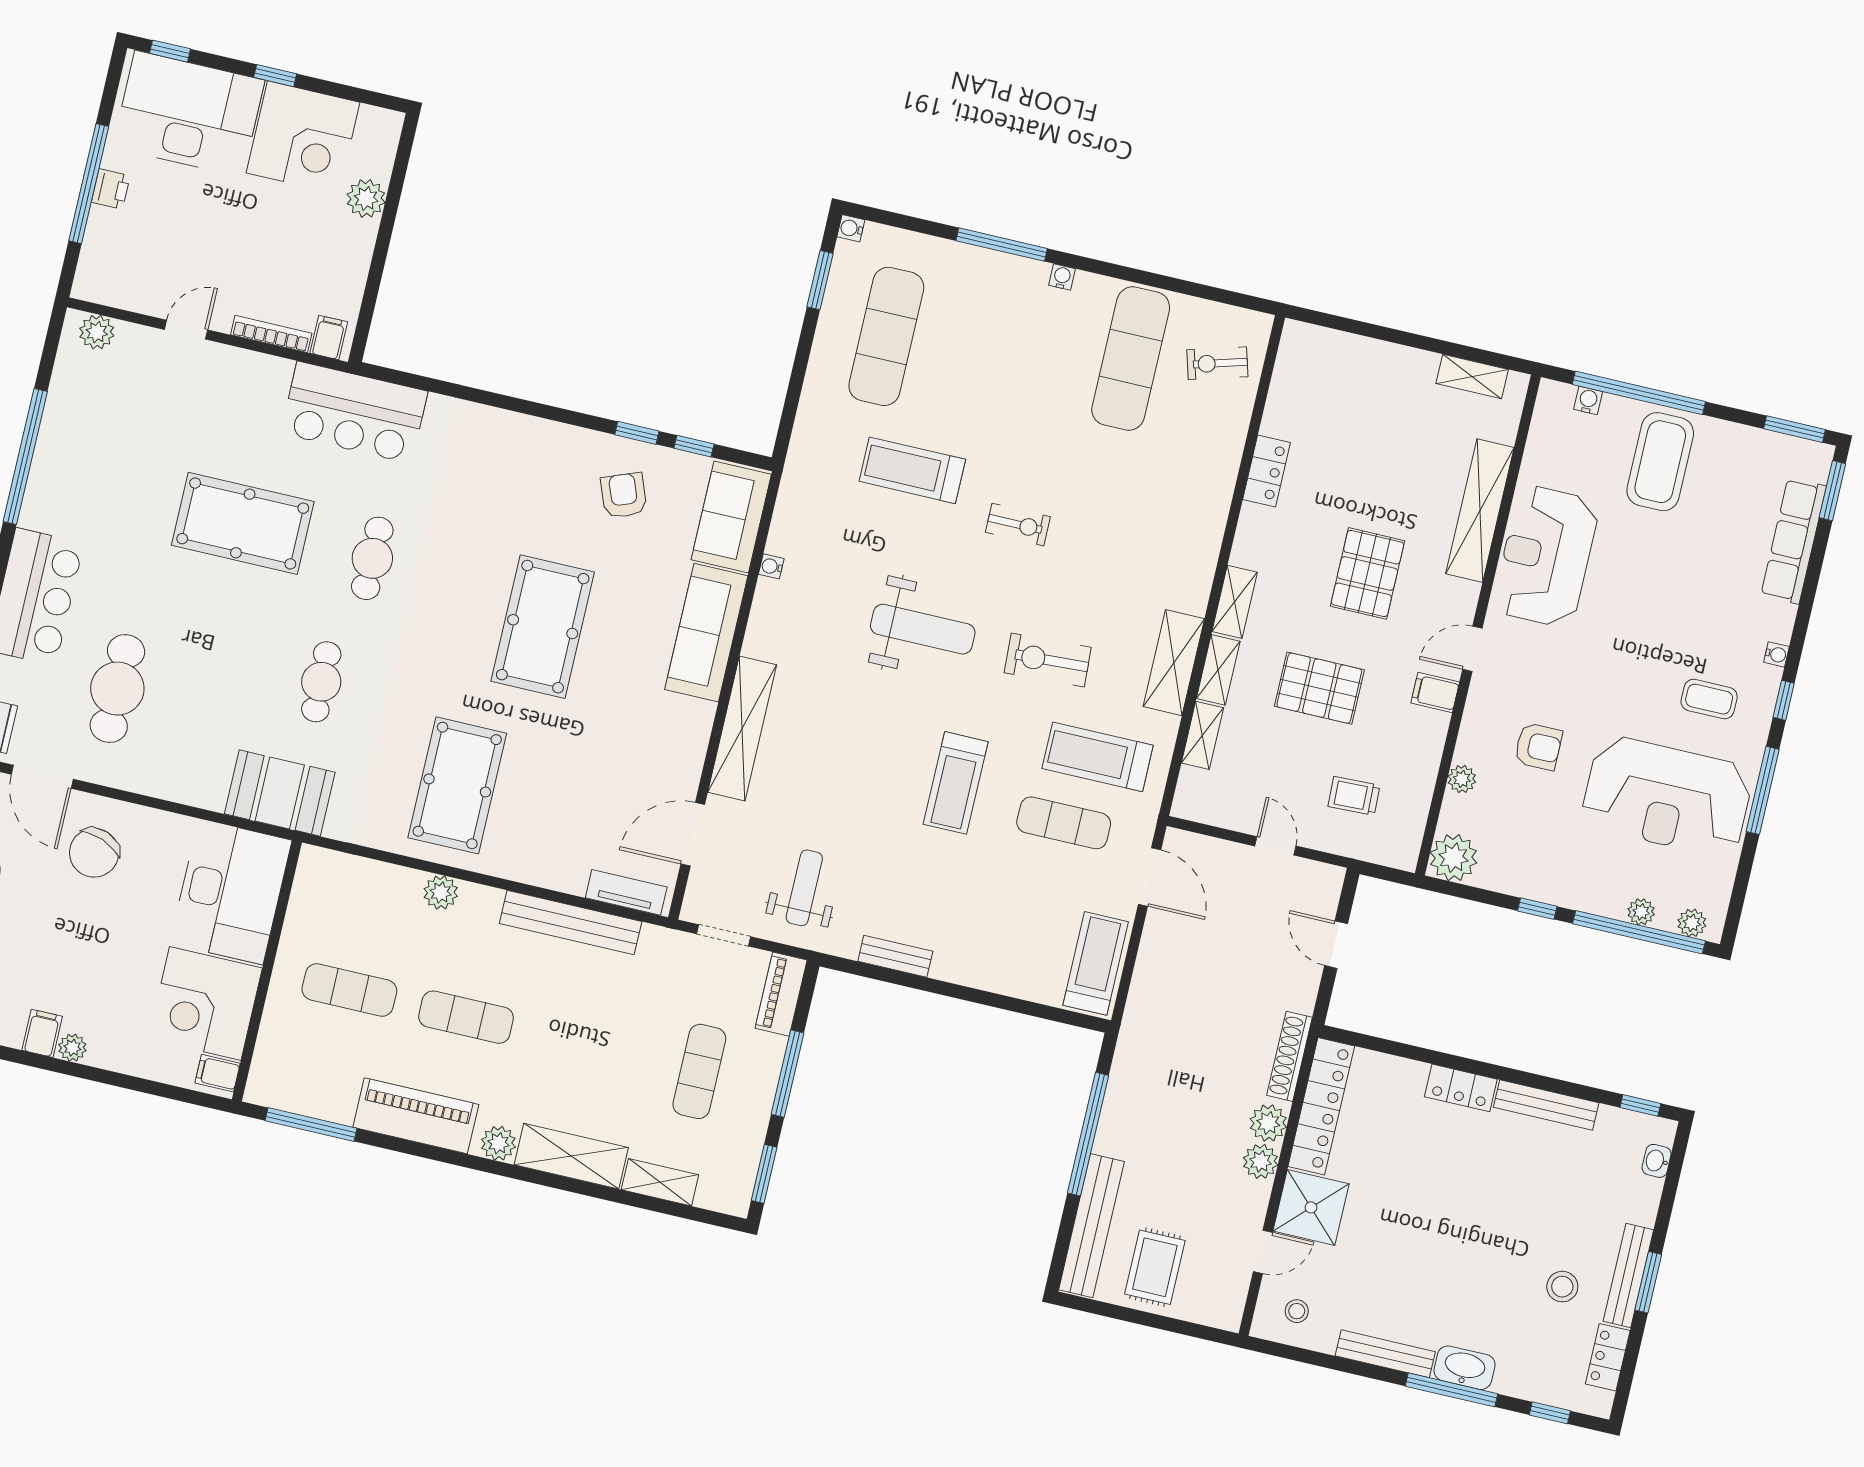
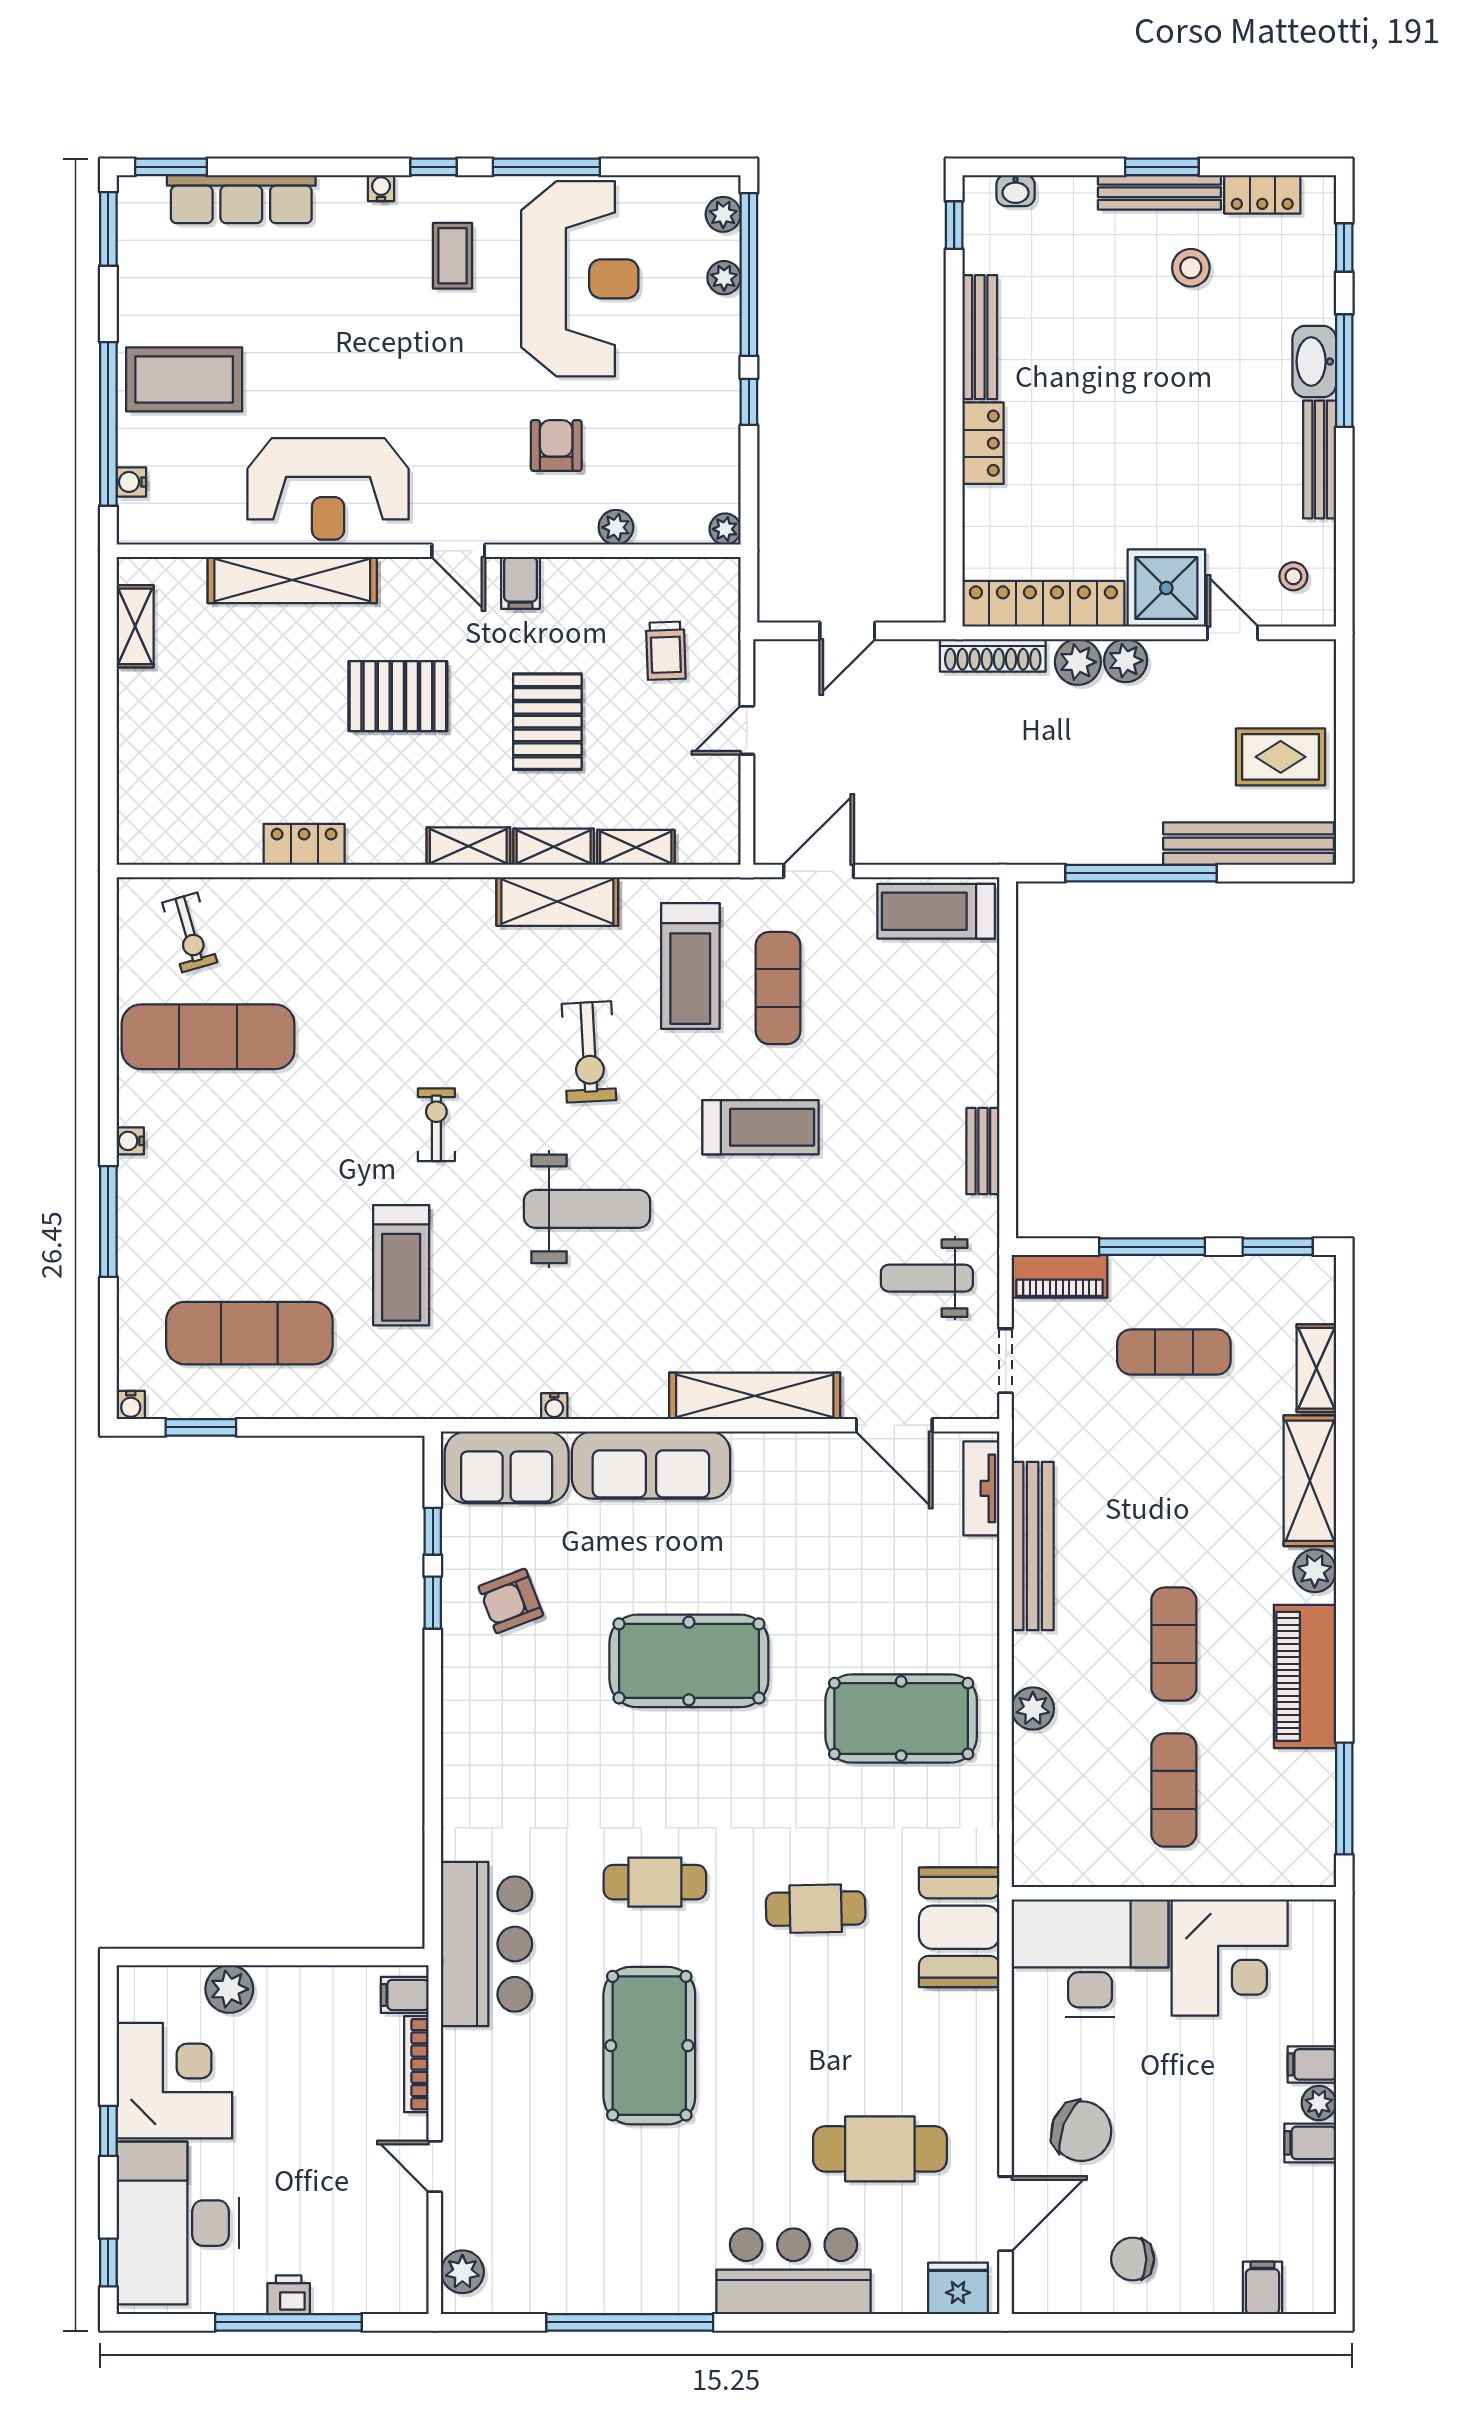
weight bench: (923, 629) -> (587, 1209), turned 90
plant: (1454, 858) -> (725, 529), width x0.53, depth x0.53
filing cabinet: (217, 1073) -> (1312, 2064), moved, turned 90

